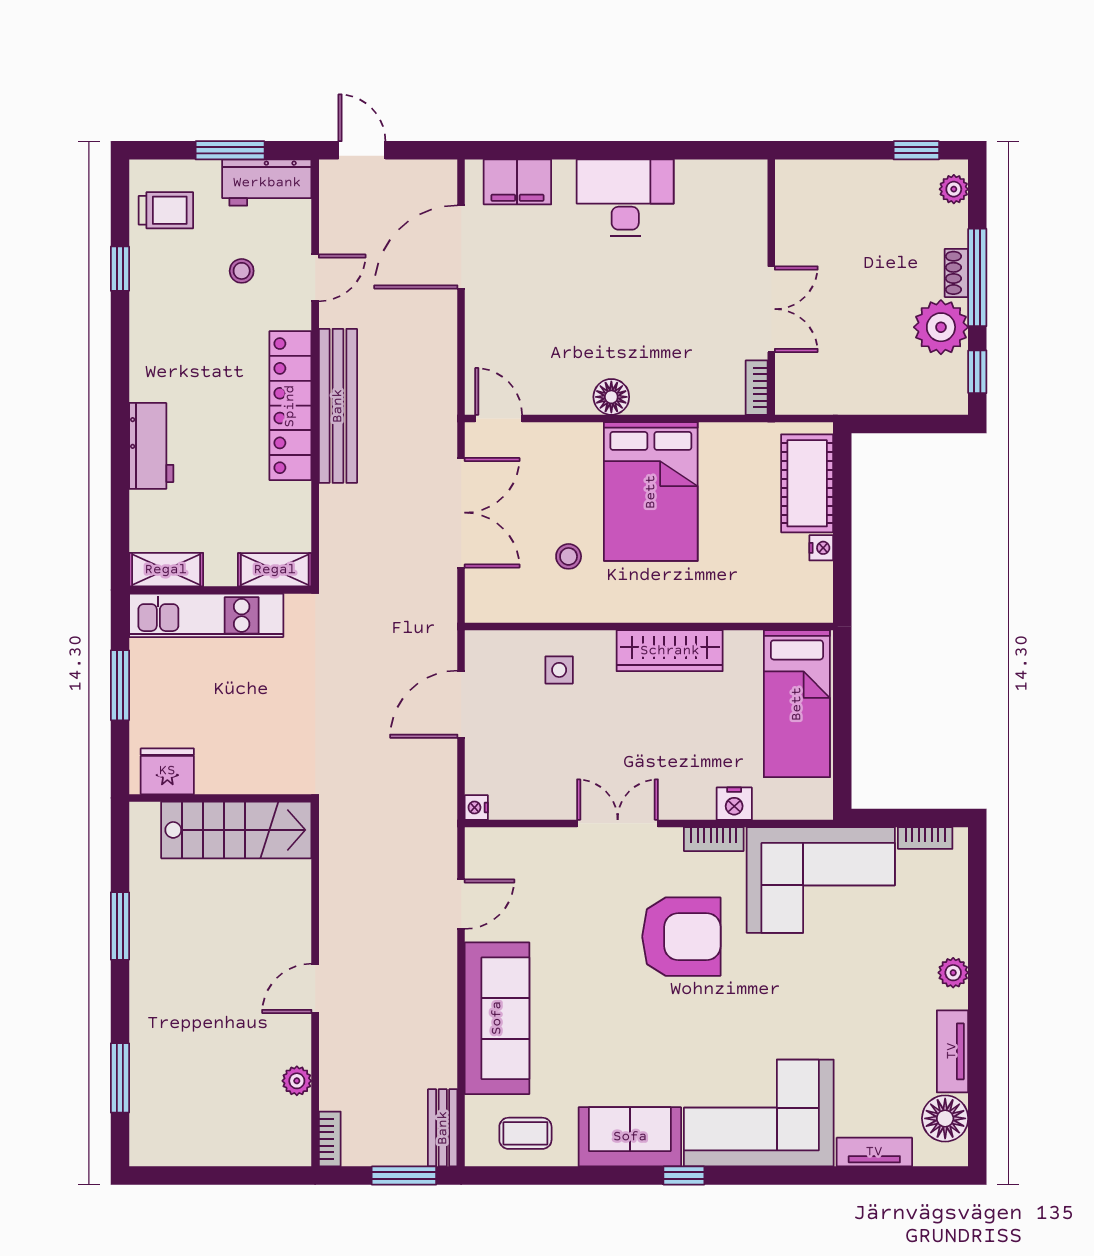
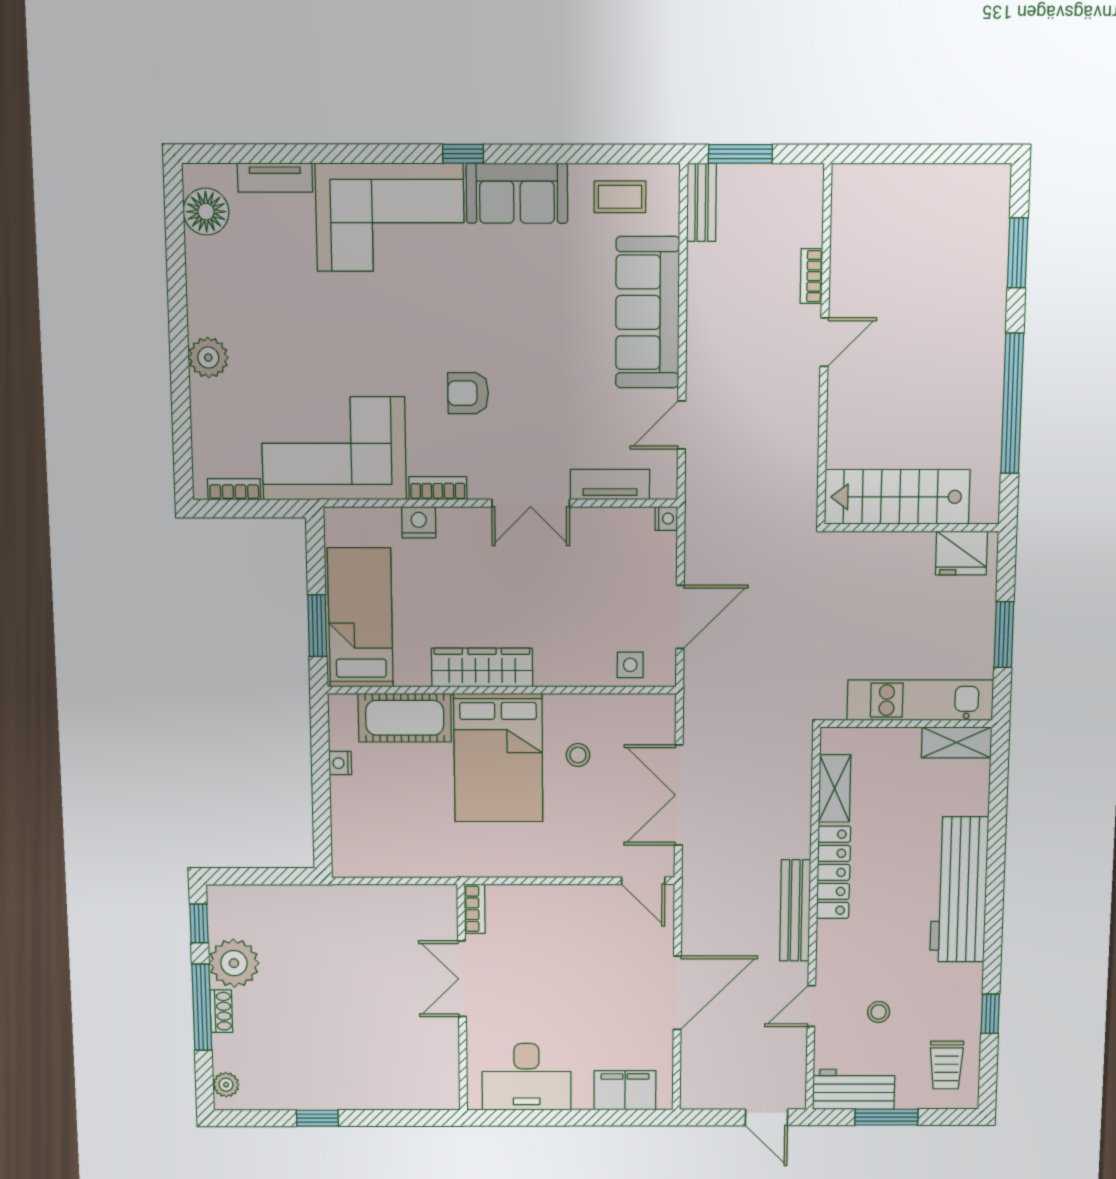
window: (916, 150) -> (317, 1118), moved
trolley: (166, 210) -> (946, 1065), turned -90
door: (461, 247) -> (677, 993), moved
wall: (771, 287) -> (462, 998), moved
double door: (771, 309) -> (462, 979), moved
bookcase: (757, 388) -> (475, 909), moved
floor lamp: (611, 397) -> (538, 900), removed
locker: (290, 406) -> (834, 872), width x0.71, depth x0.83
bench: (338, 406) -> (795, 911), width x0.73, depth x0.82
workbench: (151, 446) -> (959, 890), width x1.88, depth x1.32
cot: (807, 483) -> (405, 718), moved, turned 90
bed: (651, 492) -> (498, 758), moved, turned 180
shelving: (275, 570) -> (835, 788), moved, turned 90
side table: (559, 670) -> (630, 665), moved
window: (842, 695) -> (317, 626), added
window: (120, 926) -> (1012, 404), width x2.11
armchair: (681, 937) -> (468, 393), width x0.53, depth x0.53
plant: (953, 973) -> (208, 358), width x1.38, depth x1.38
tv unit: (952, 1051) -> (610, 485), moved, turned -90
plant: (297, 1081) -> (844, 250), removed
bookcase: (330, 1139) -> (811, 276), moved

